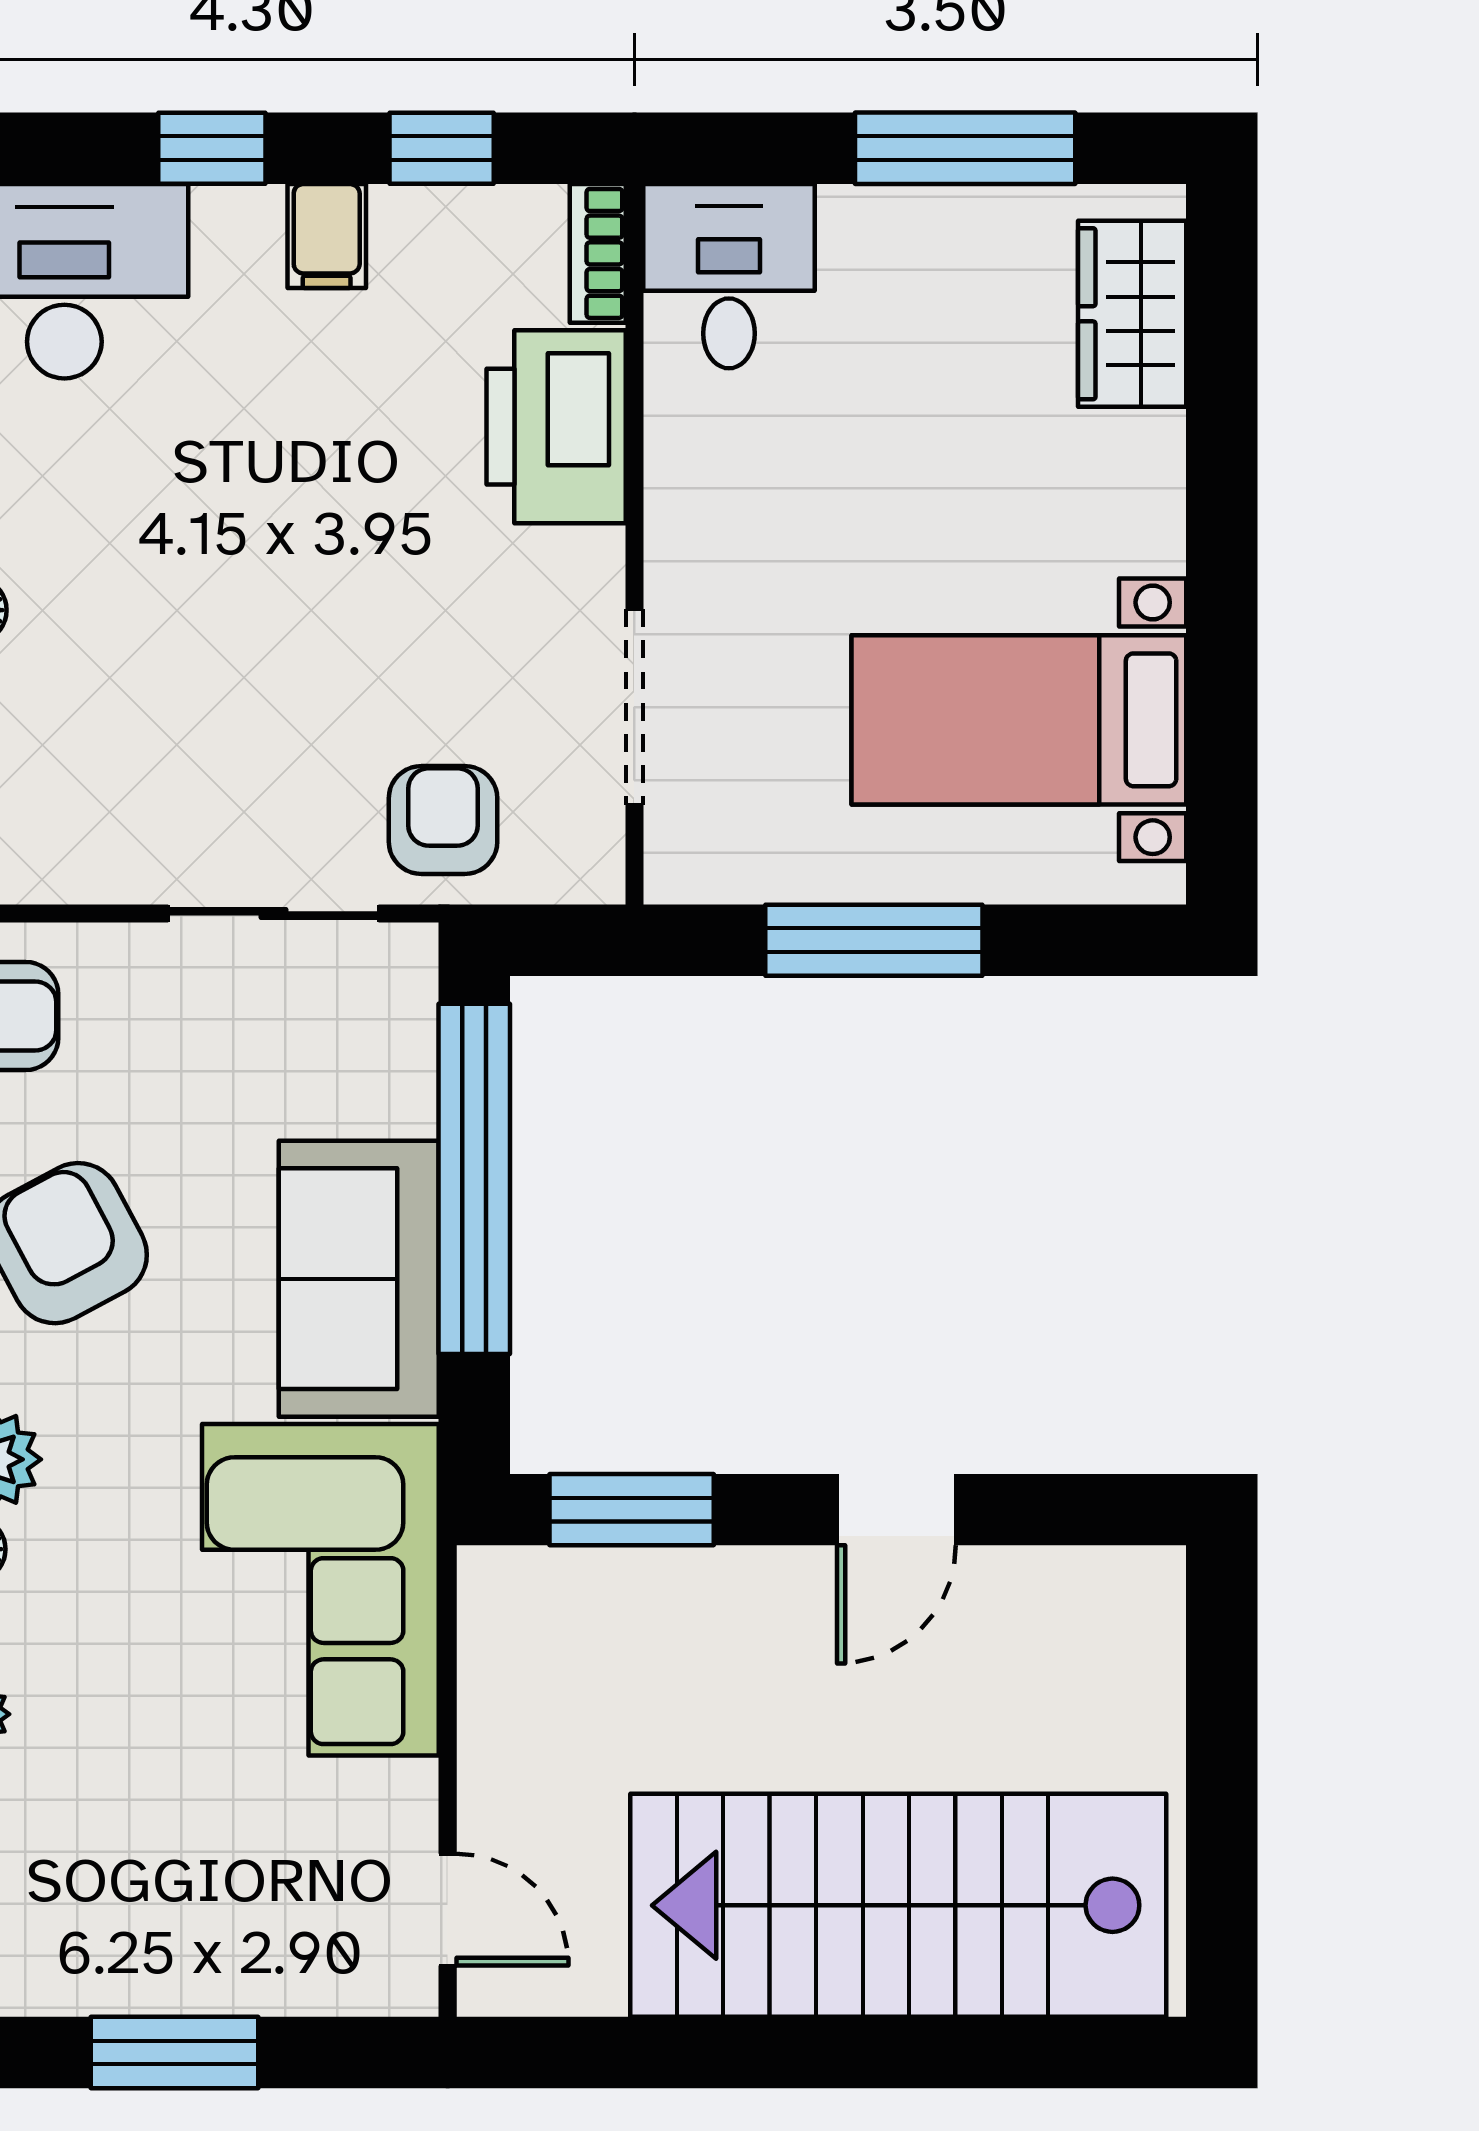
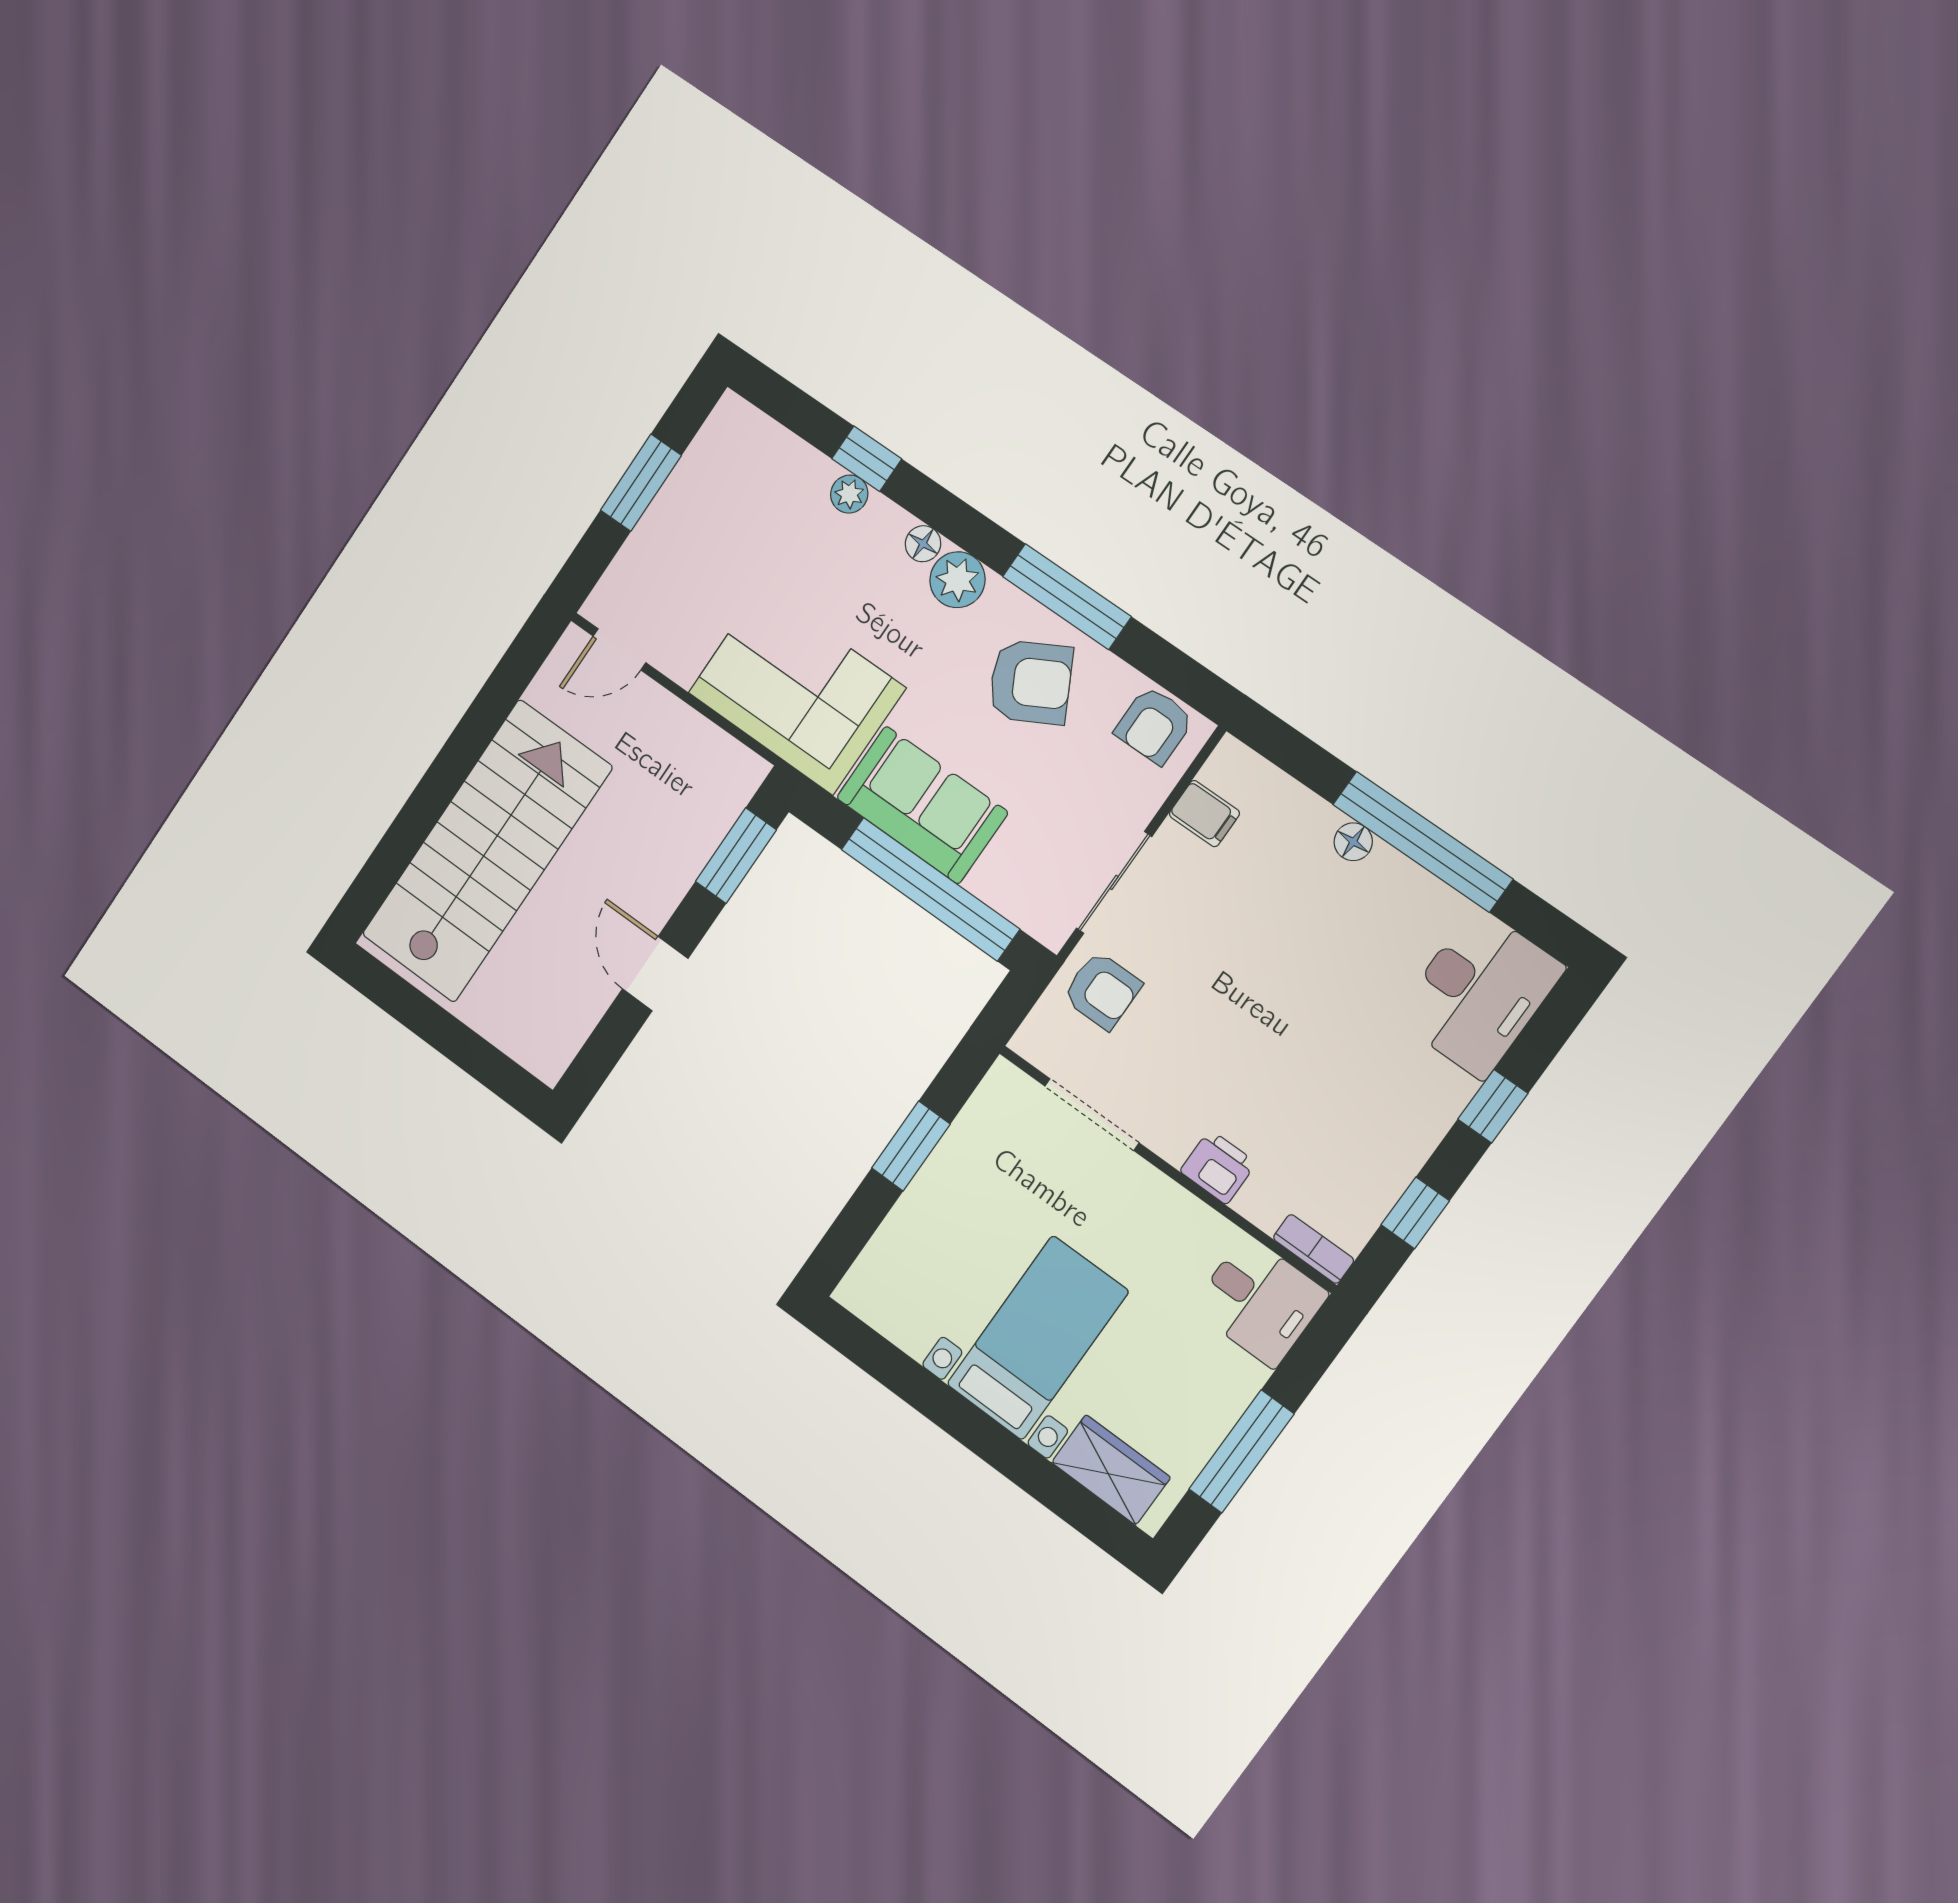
filing cabinet: (327, 236) -> (1204, 814), moved, turned 180
printer: (556, 427) -> (1218, 1167), width x0.53, depth x0.68
bed with nightstands: (1019, 720) -> (1037, 1338), moved
window: (874, 940) -> (911, 1146), width x0.69

